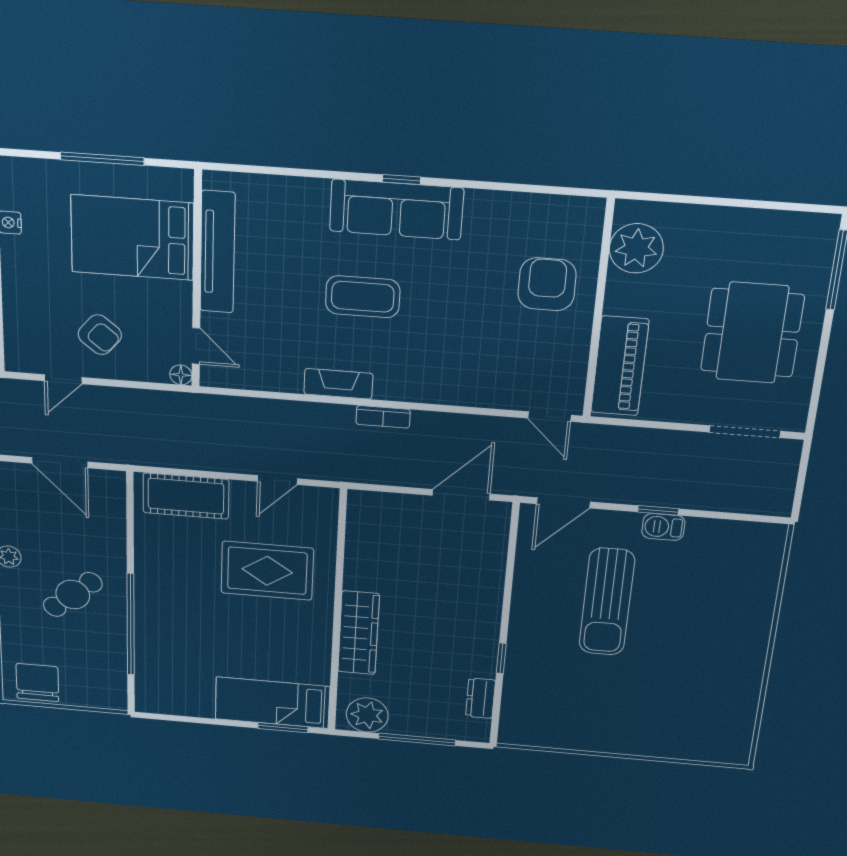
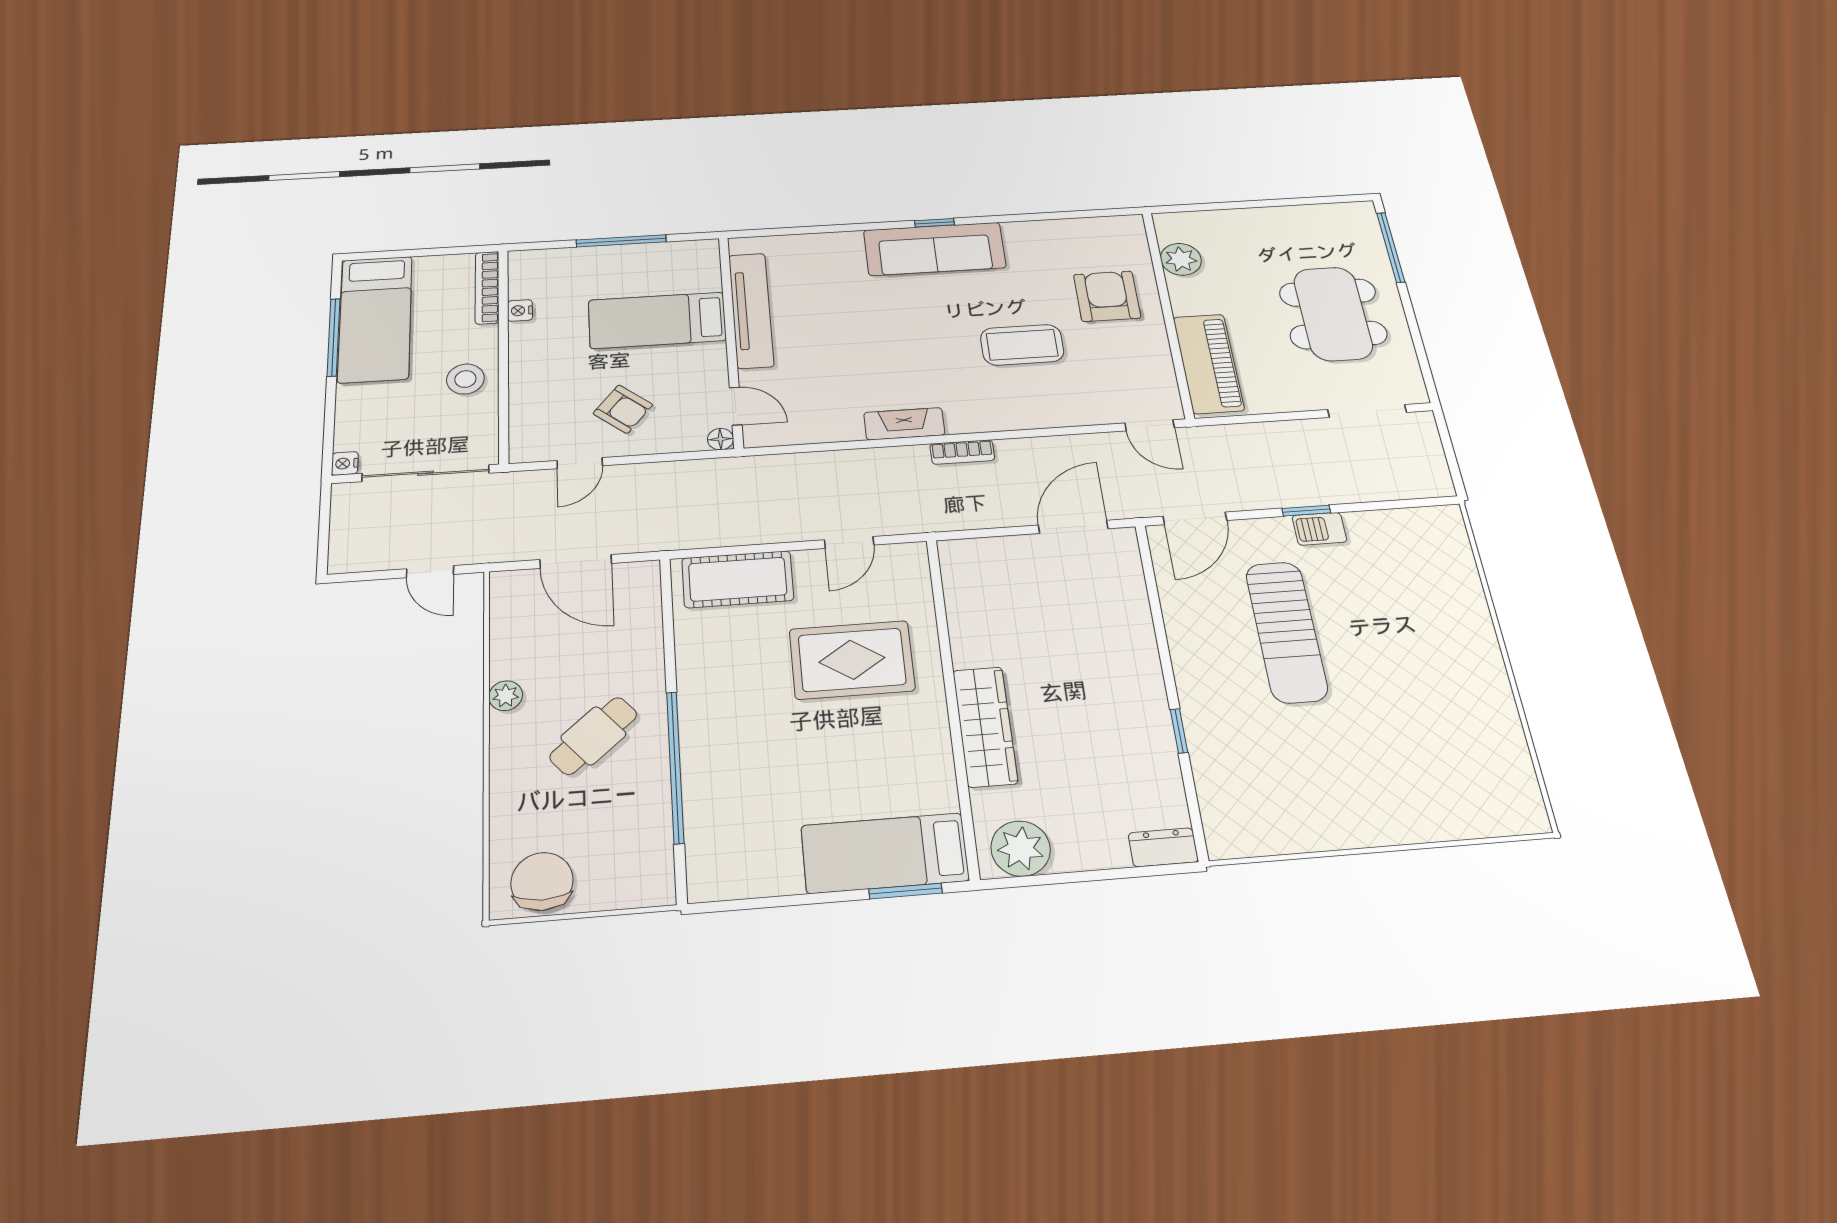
bed: (132, 238) -> (657, 320), width x0.67
plant: (636, 248) -> (1181, 259), width x0.73, depth x0.73
coffee table: (363, 297) -> (1022, 345), moved
dresser: (480, 698) -> (1163, 847), moved, turned 90
window: (417, 739) -> (1098, 875), removed

